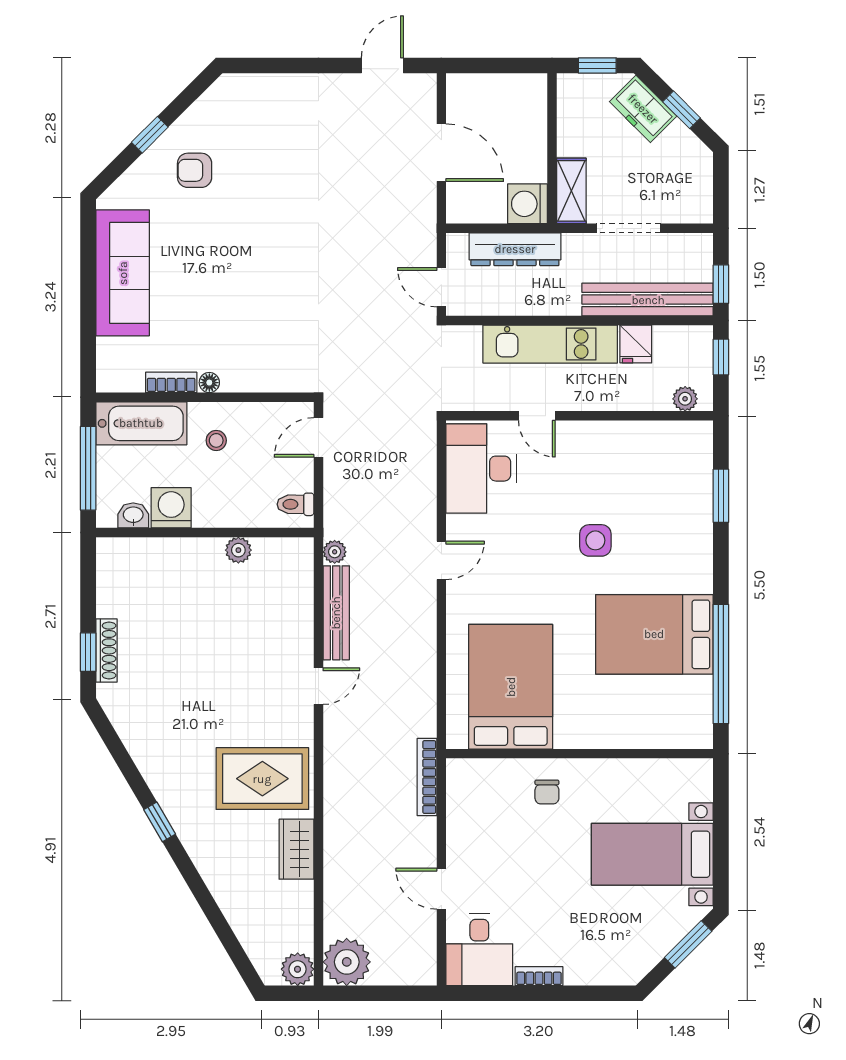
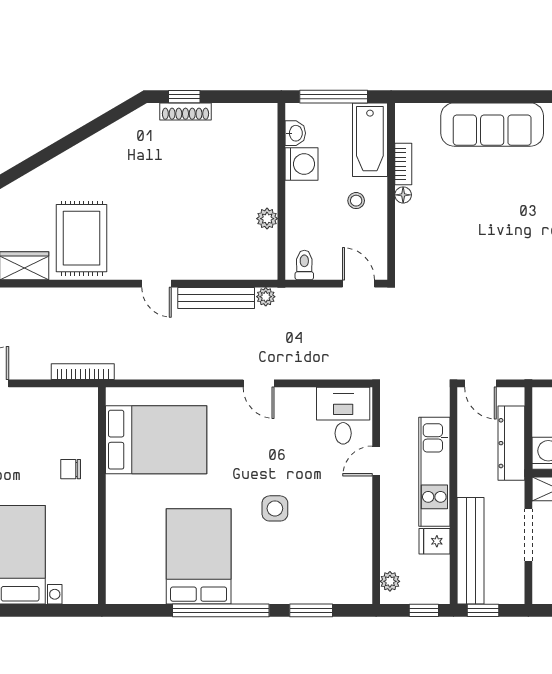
door: (441, 287) -> (480, 383), swing flipped
desk: (481, 469) -> (343, 416), width x0.73
window: (721, 664) -> (221, 610), moved
window: (160, 822) -> (46, 155), removed

